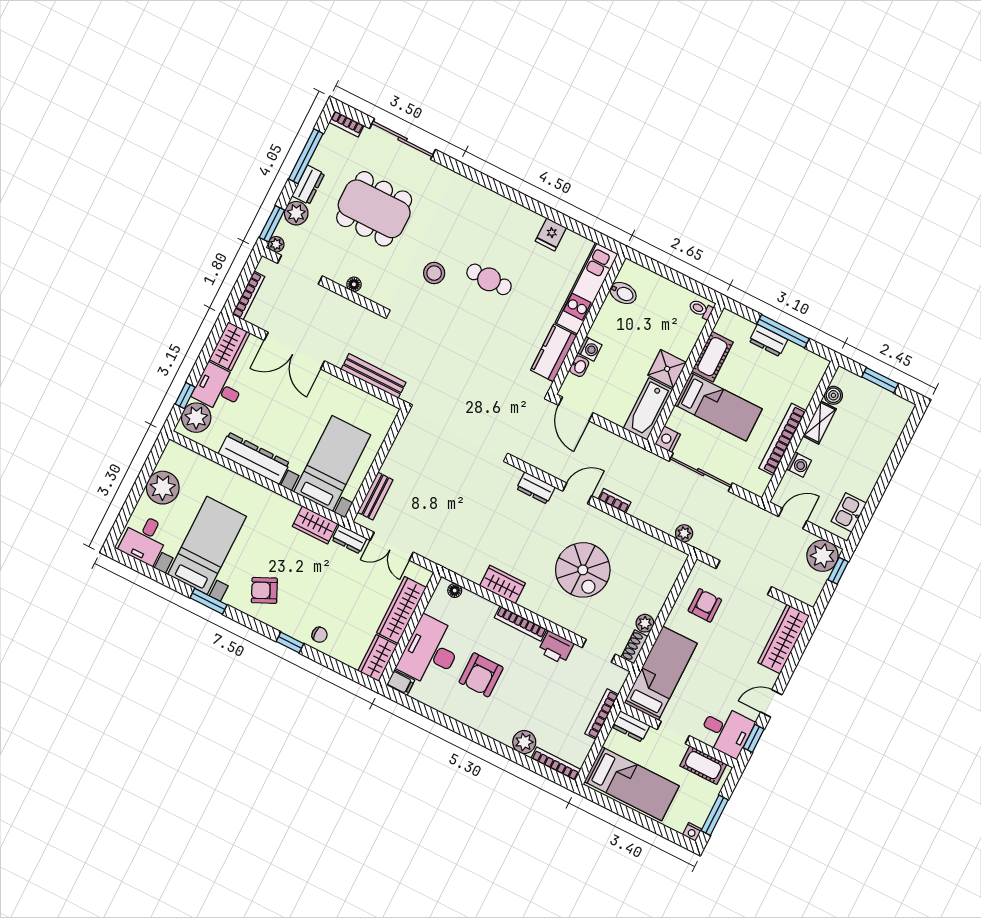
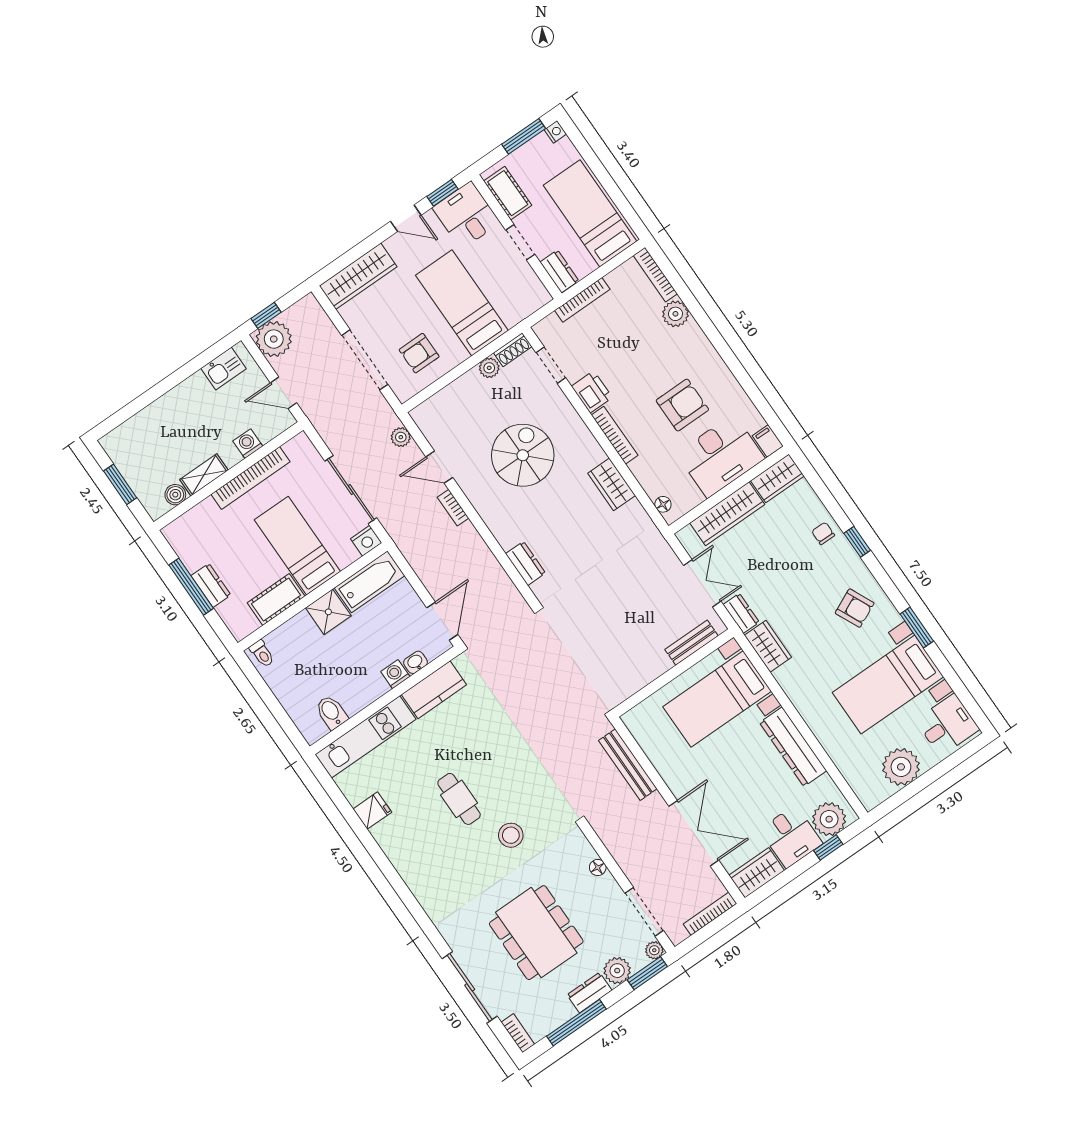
door: (577, 493) -> (439, 467), moved
bed: (661, 673) -> (462, 303), moved, turned 90

